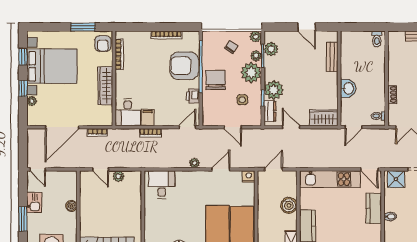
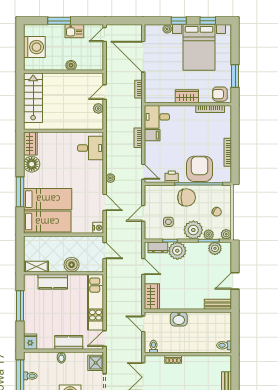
bench: (332, 57) -> (218, 304), moved
wardrobe: (105, 86) -> (187, 96), width x0.67
door: (291, 127) -> (143, 267), hinge flipped

